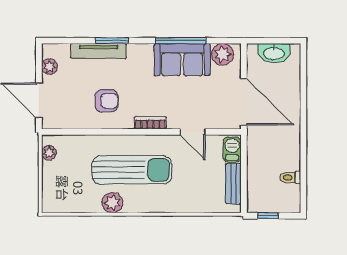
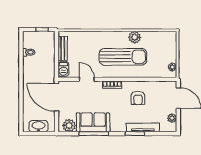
armchair: (107, 101) -> (138, 98), turned -90
sun lounger: (132, 170) -> (123, 57), turned 180

